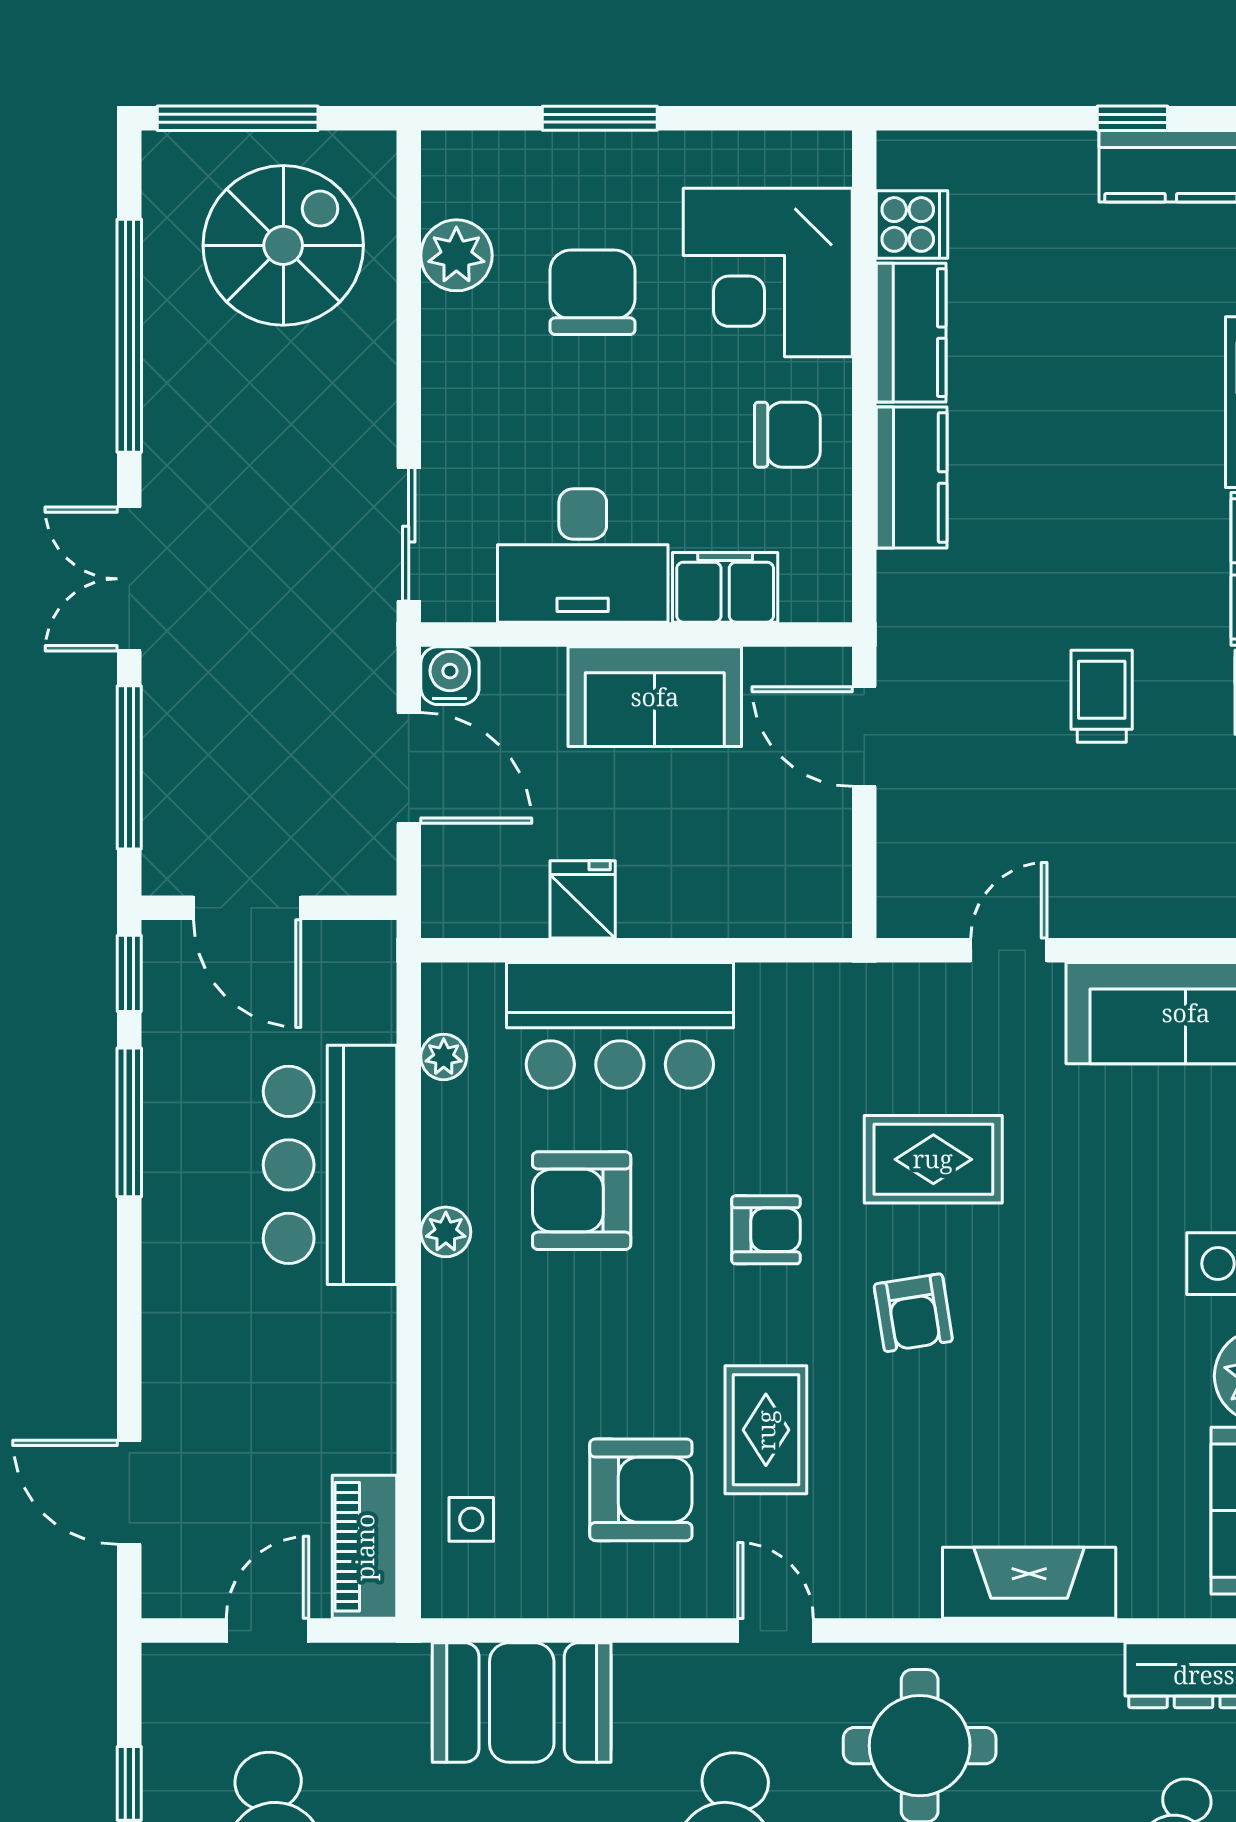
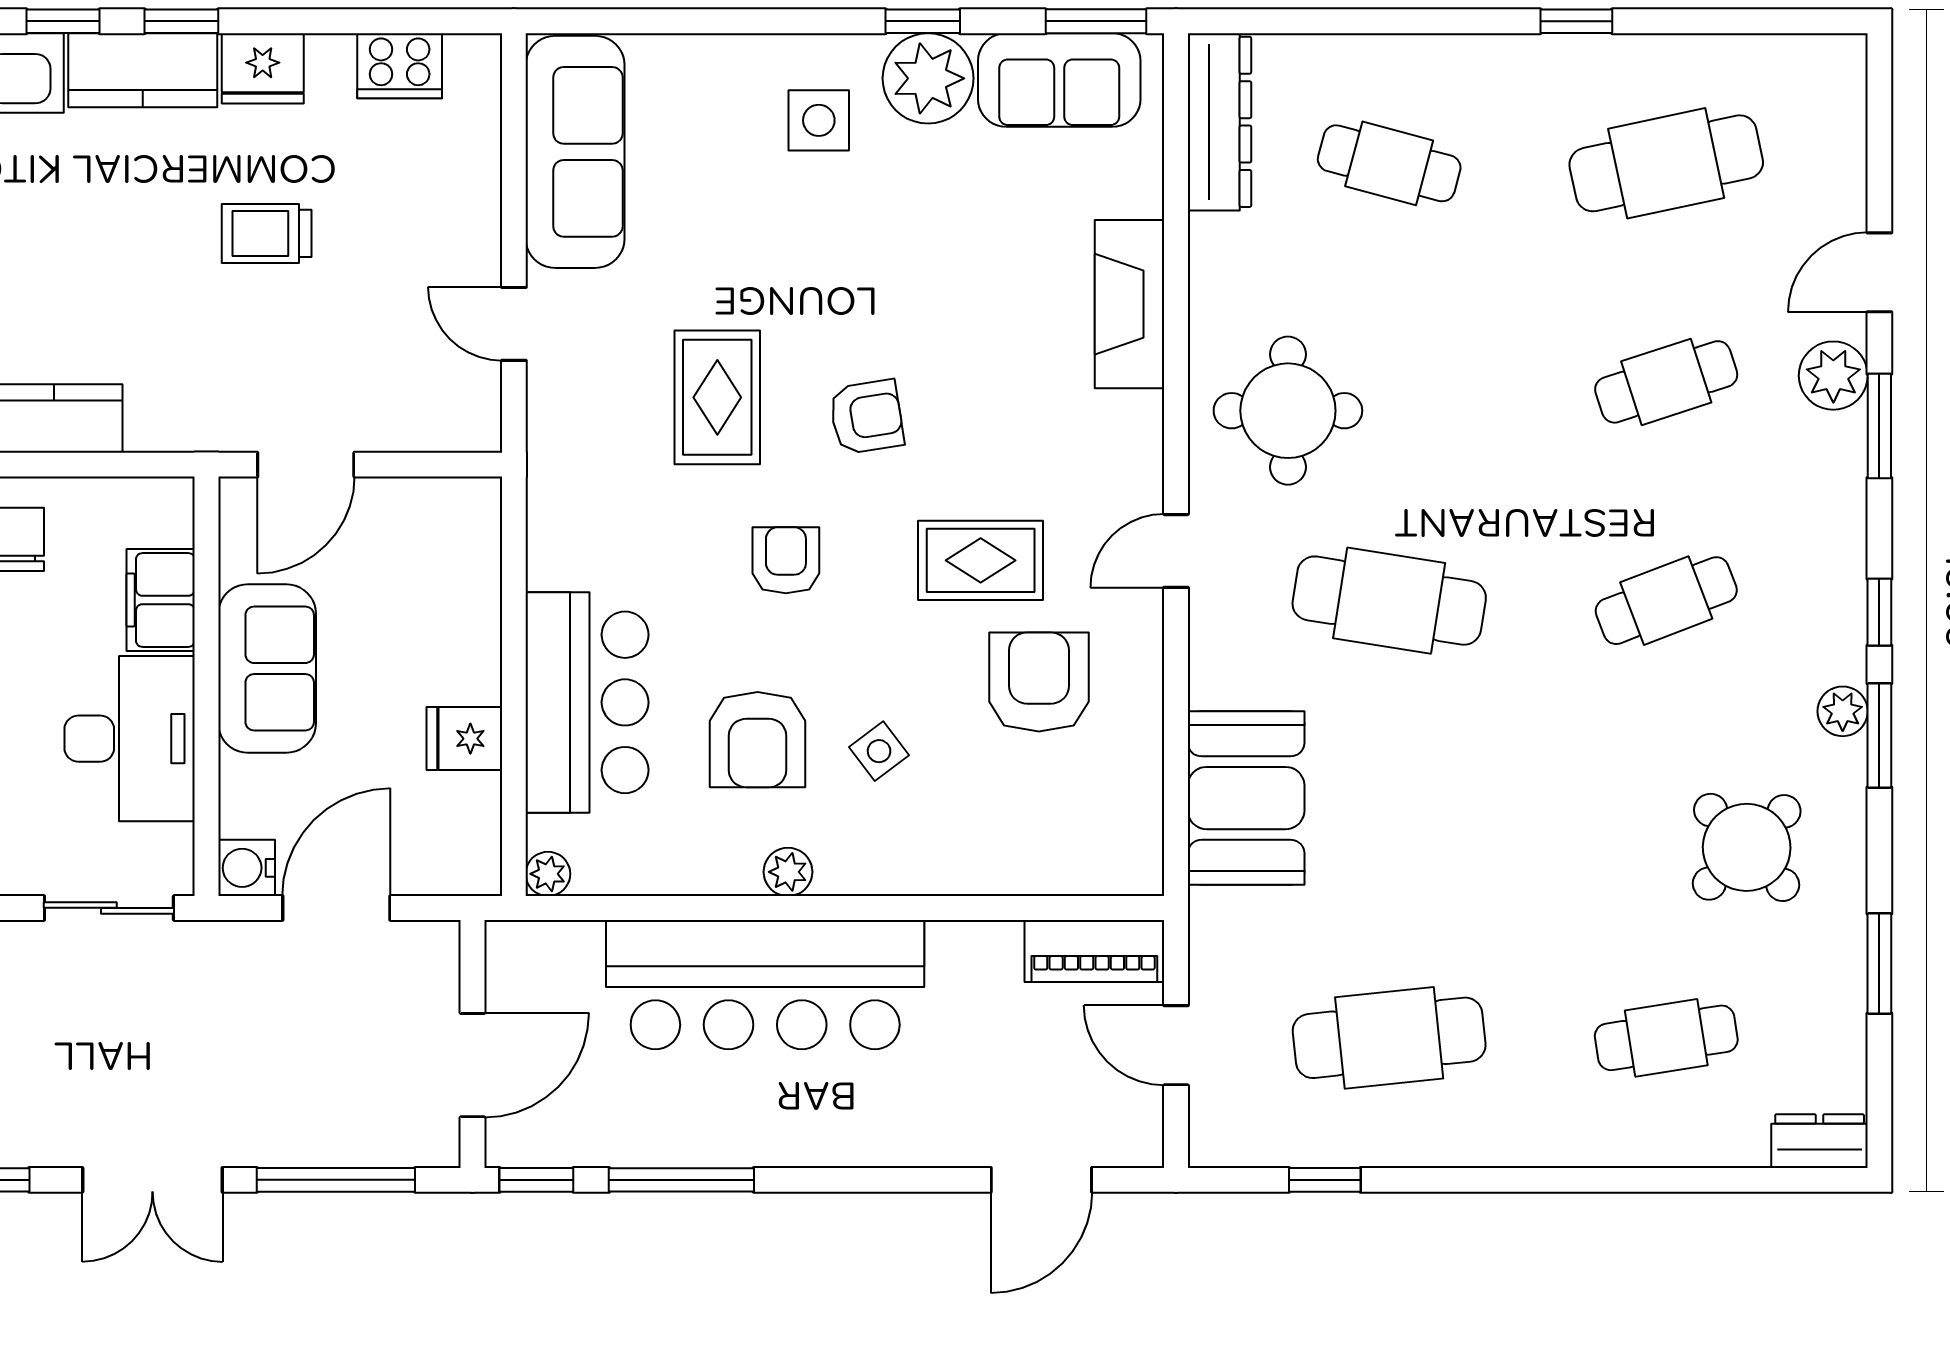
plant: (444, 1057) -> (548, 874), moved
bar counter: (330, 1165) -> (765, 985), width x1.36
side table: (471, 1519) -> (879, 751), moved, turned -37

